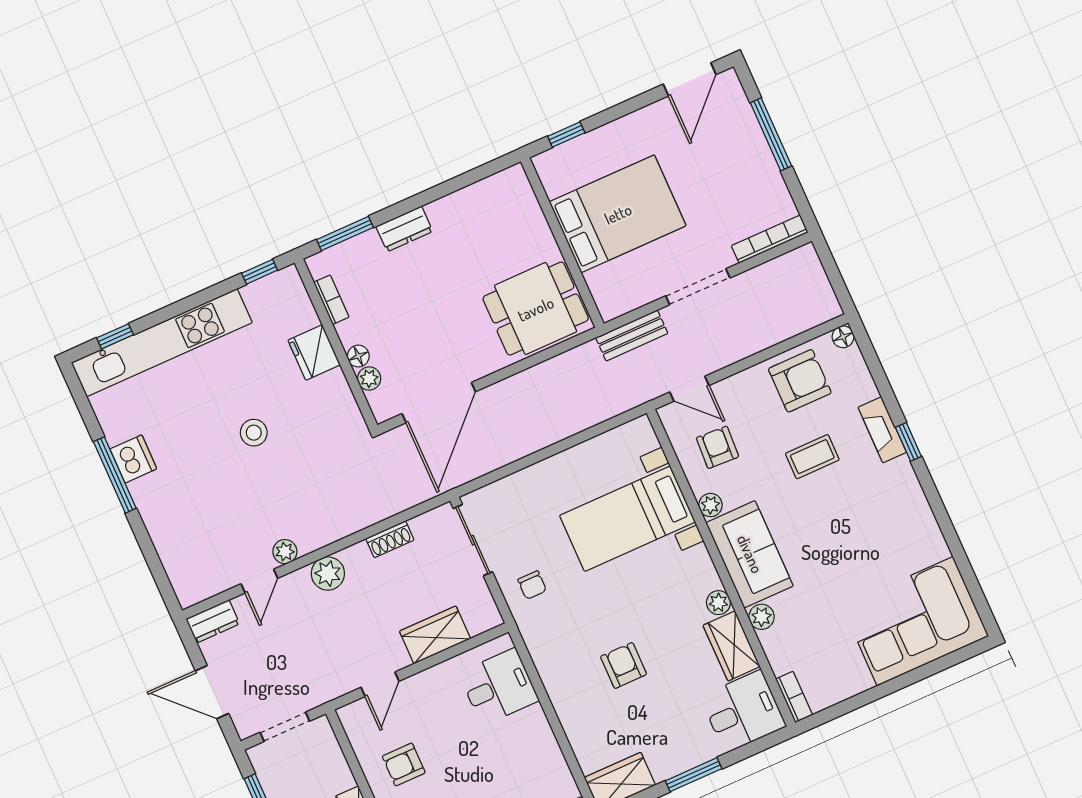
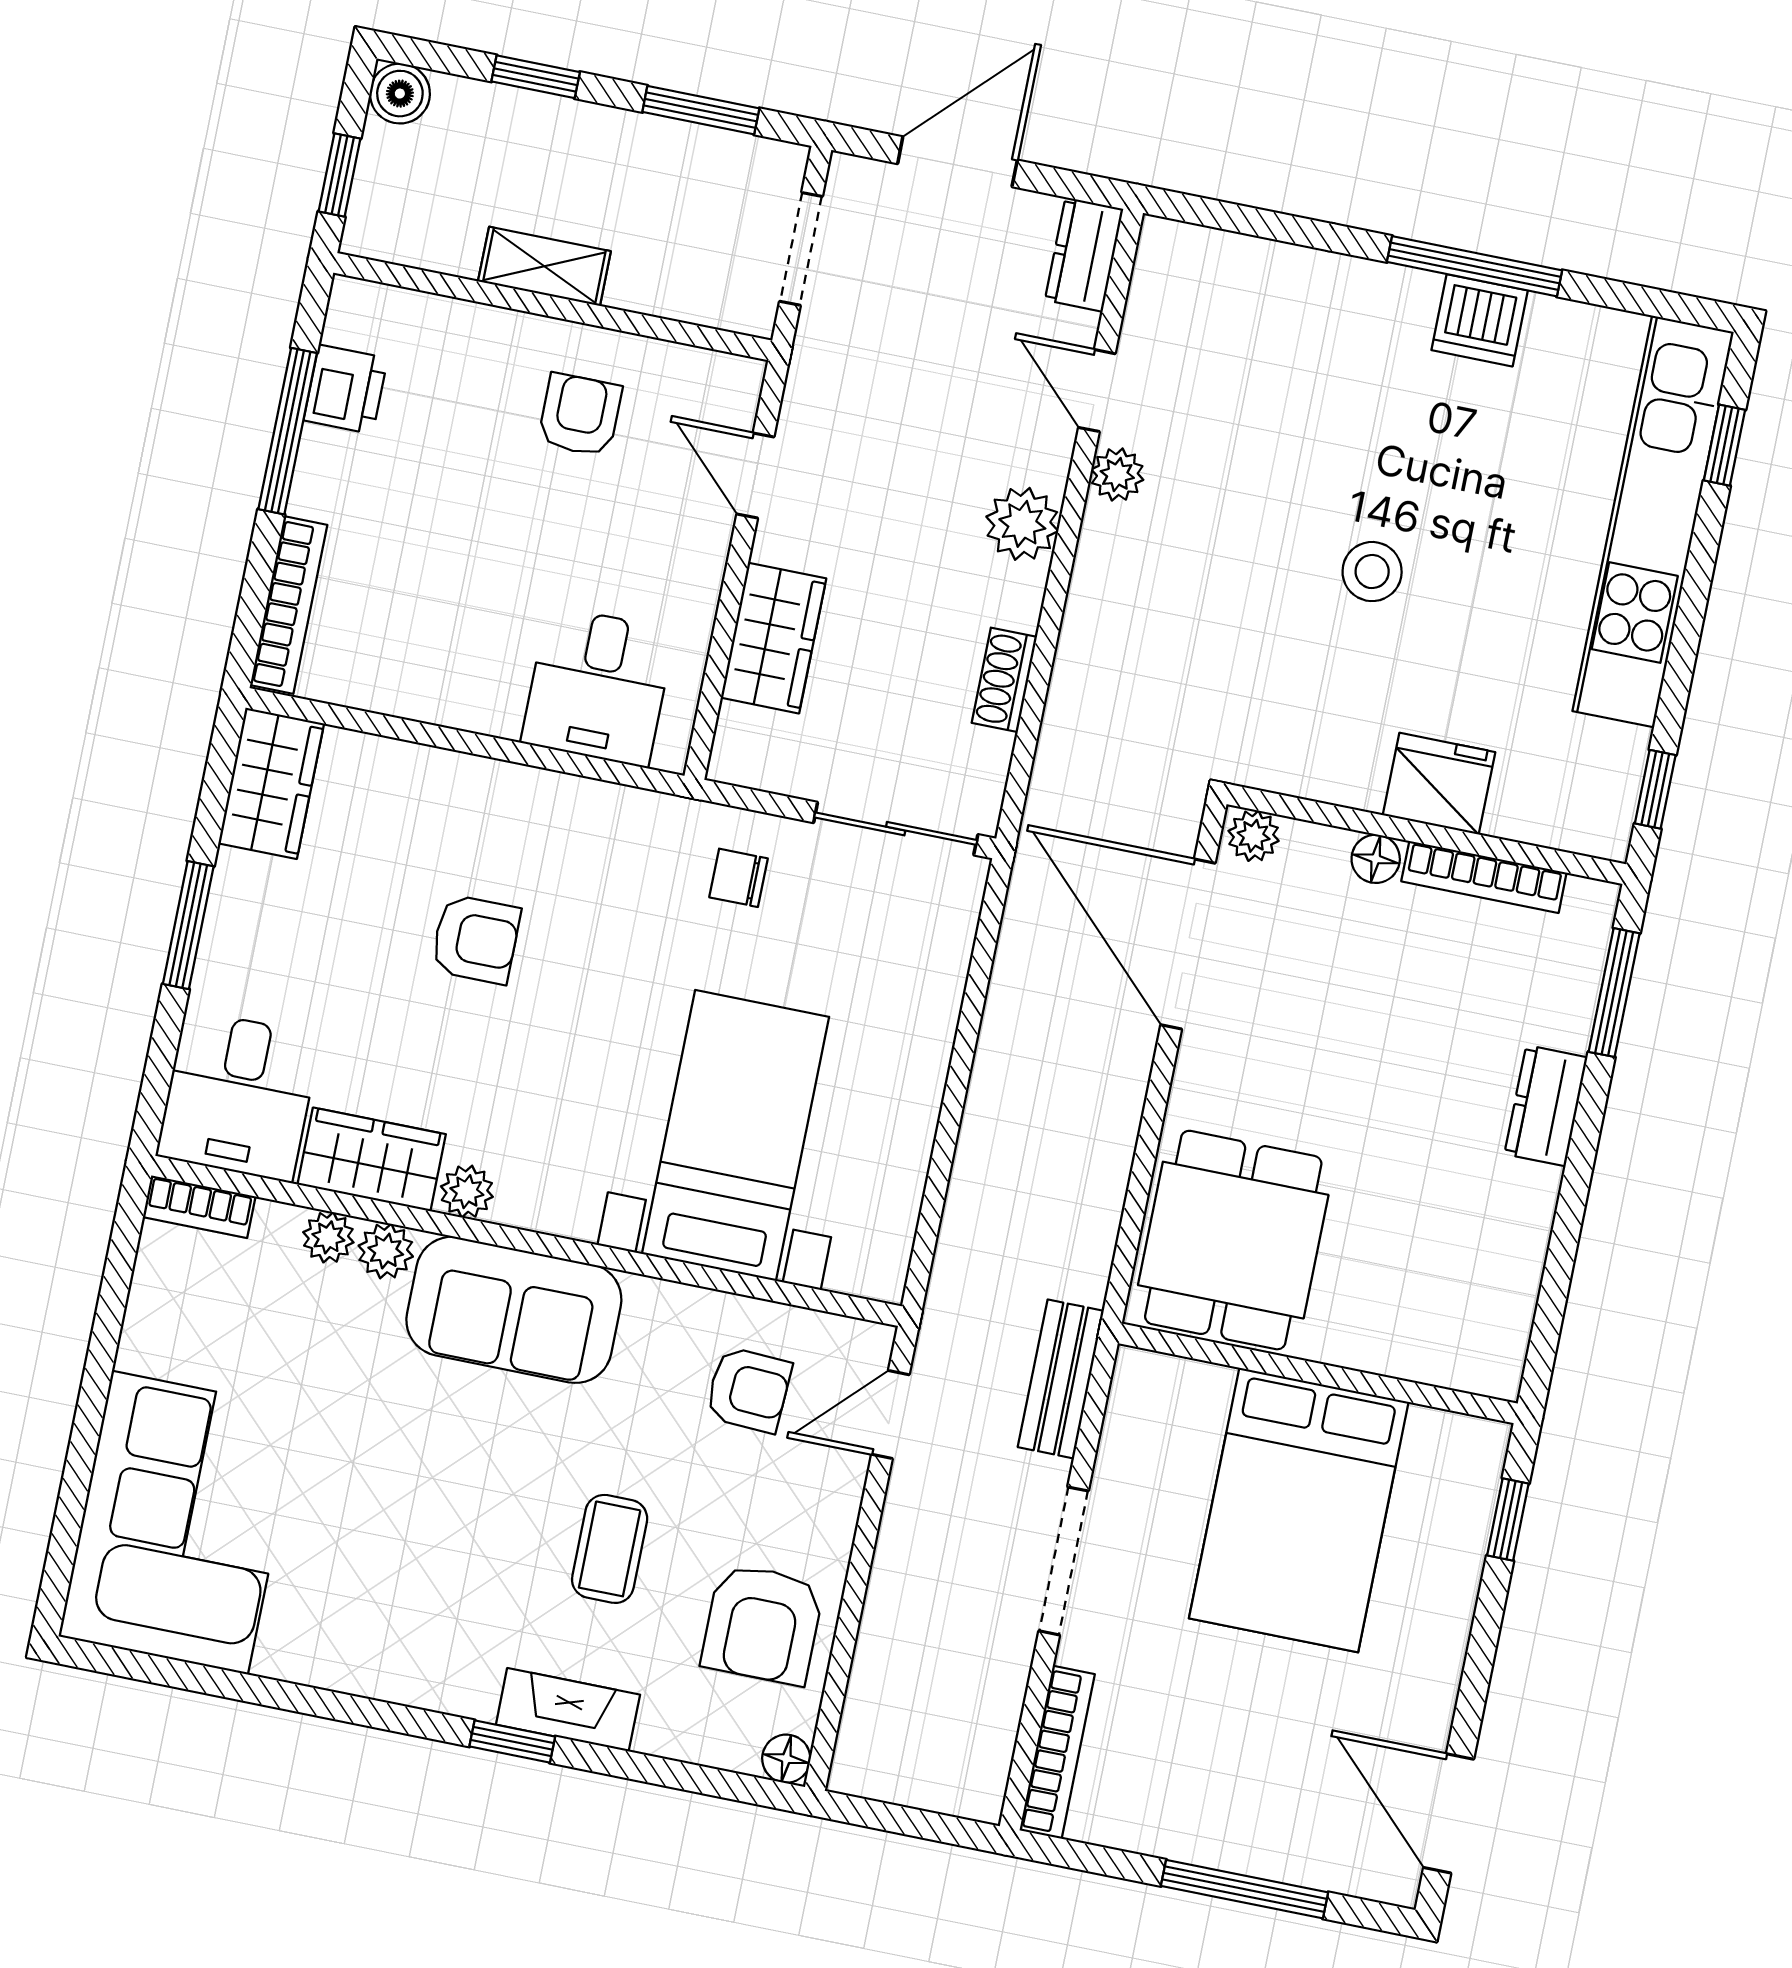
bookcase: (331, 300) -> (1484, 877), width x1.56
plant: (369, 378) -> (1254, 836), moved
plant: (711, 505) -> (328, 1237), moved

